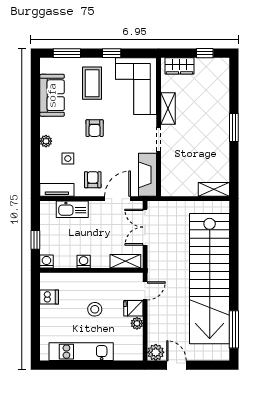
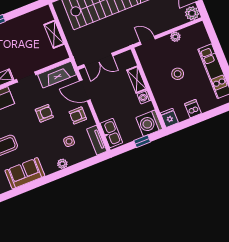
armchair: (95, 128) -> (44, 113), moved
shelving: (214, 189) -> (54, 34), moved
kitchen sink: (72, 209) -> (111, 133), moved
shelving: (125, 261) -> (137, 80), moved
washing machine: (46, 262) -> (149, 123), width x1.89, depth x1.89
dishwasher: (49, 297) -> (193, 109), moved
fridge: (133, 308) -> (169, 118), moved, turned 180

